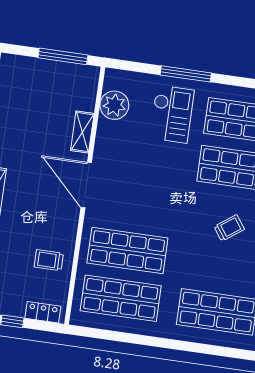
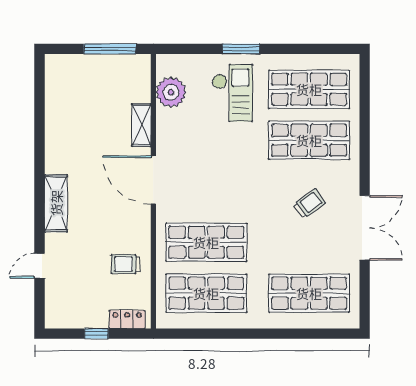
window: (186, 74) -> (241, 49), width x0.69

